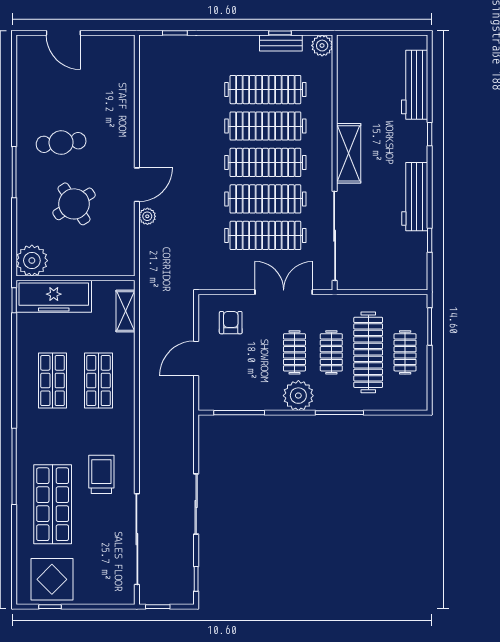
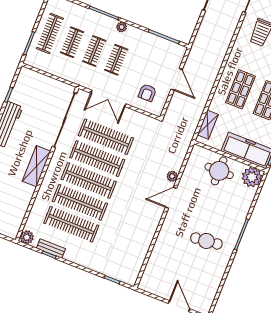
round table: (74, 204) -> (219, 171), moved, turned 33
clothes rail: (368, 352) -> (72, 42), width x0.54, depth x0.76
clothes rail: (405, 352) -> (50, 33), width x1.36
door: (196, 358) -> (177, 79), hinge flipped
plant: (298, 396) -> (122, 27), width x0.53, depth x0.53

